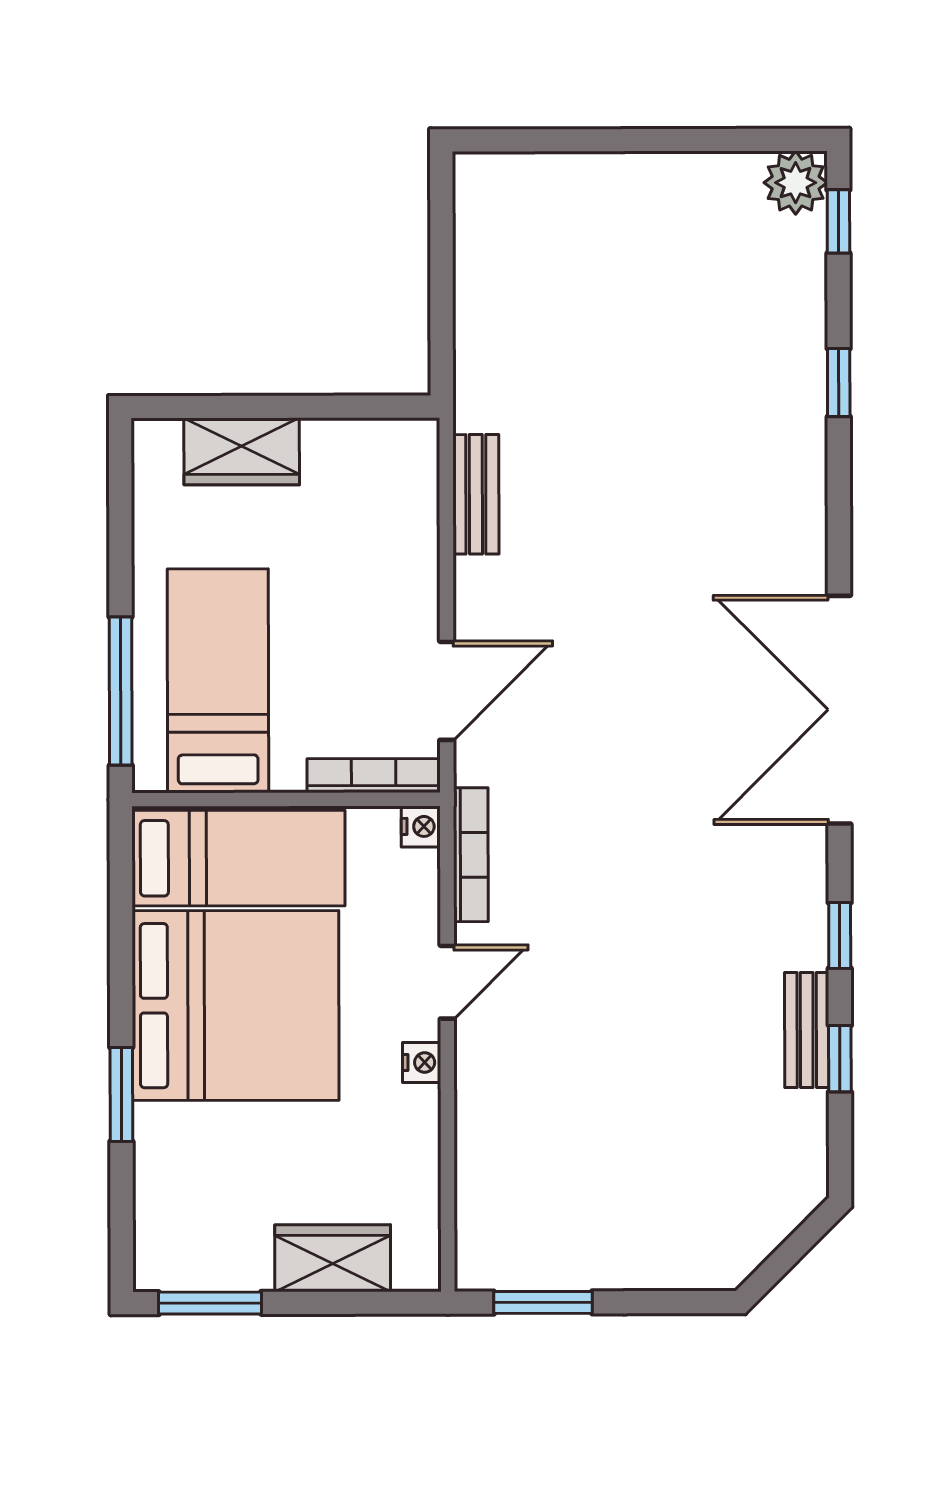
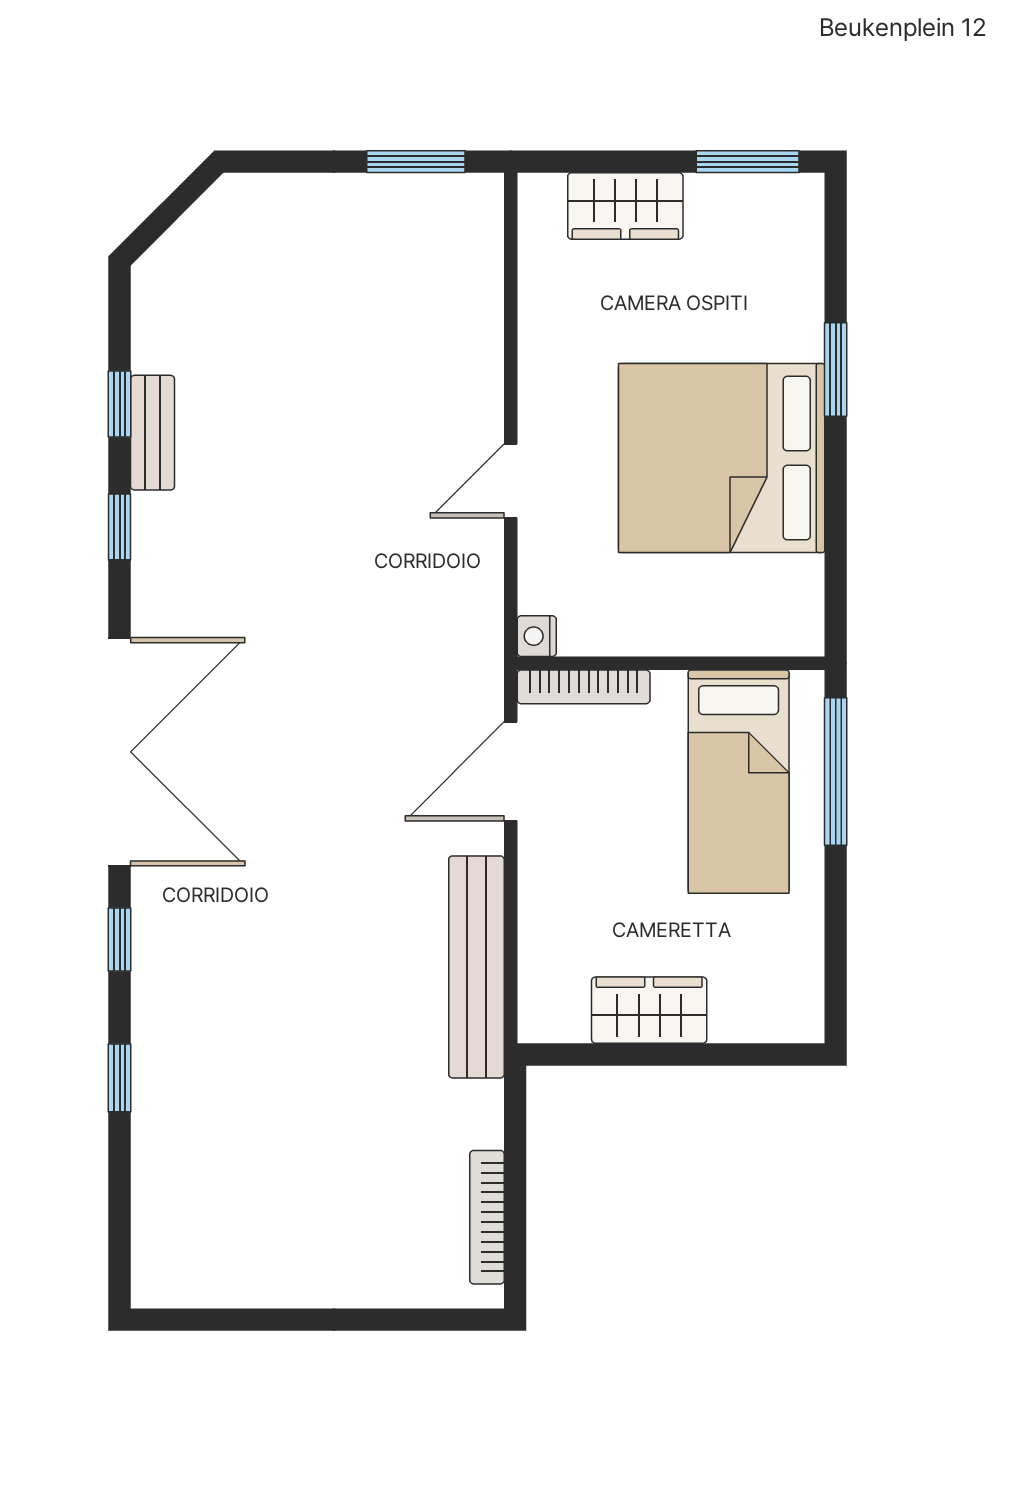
plant: (796, 183) -> (162, 1277), removed
window: (838, 221) -> (120, 939), moved
wardrobe: (242, 451) -> (649, 1010), moved
bench: (476, 494) -> (476, 967), width x1.86, depth x1.21
bookcase: (471, 855) -> (487, 1217), moved
bed: (238, 858) -> (718, 605), removed
nightstand: (422, 1063) -> (536, 401), removed

